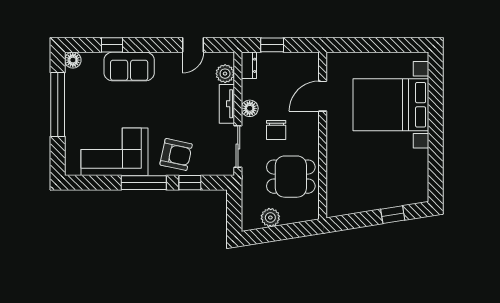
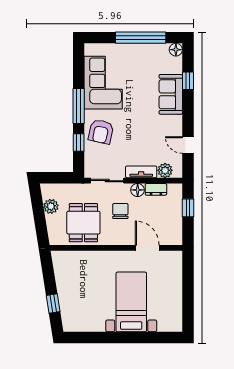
dresser: (249, 65) -> (156, 189), moved
bed with nightstands: (391, 105) -> (131, 302), width x0.73
chair: (276, 130) -> (120, 211), turned 90

